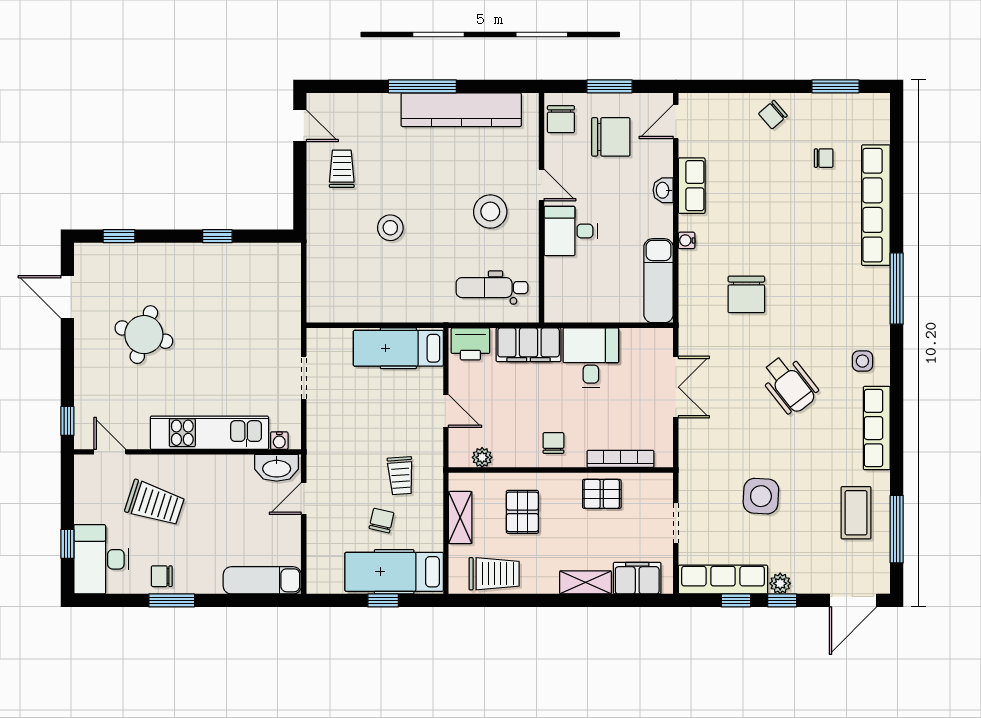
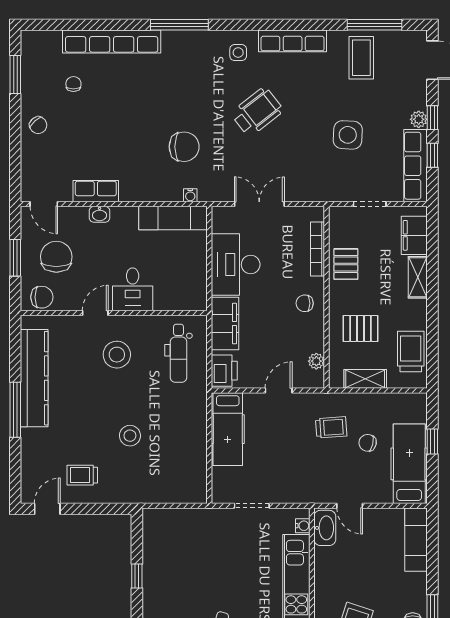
water cooler: (687, 240) -> (190, 195), moved
desk: (591, 358) -> (236, 265), width x1.37
coffee table: (856, 513) -> (361, 58), turned 90
hospital bed: (394, 572) -> (409, 464), moved, turned 180

